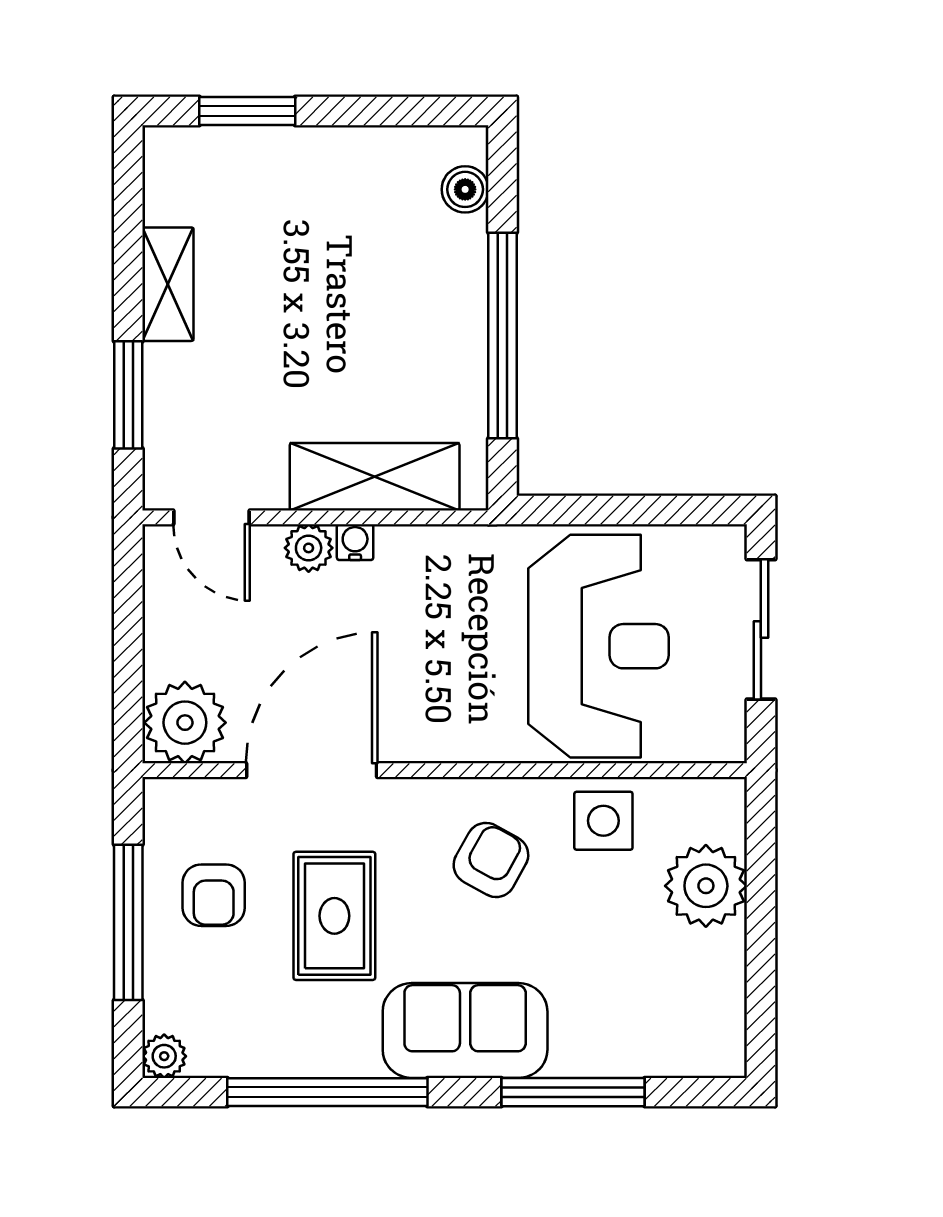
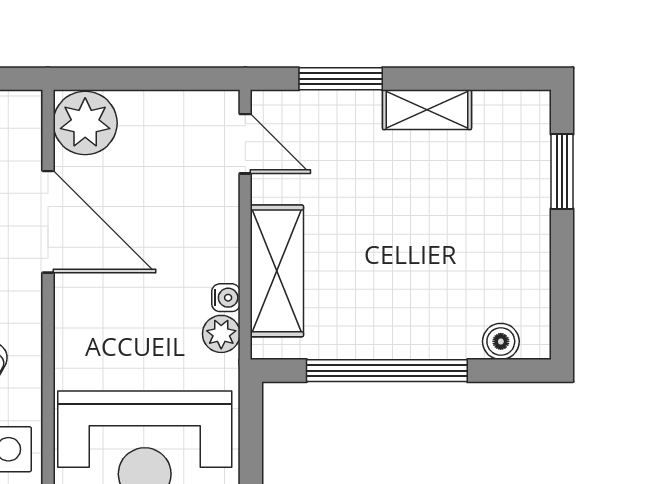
door: (211, 517) -> (245, 144), swing flipped
water cooler: (355, 542) -> (226, 298), moved
plant: (309, 548) -> (221, 334), moved

